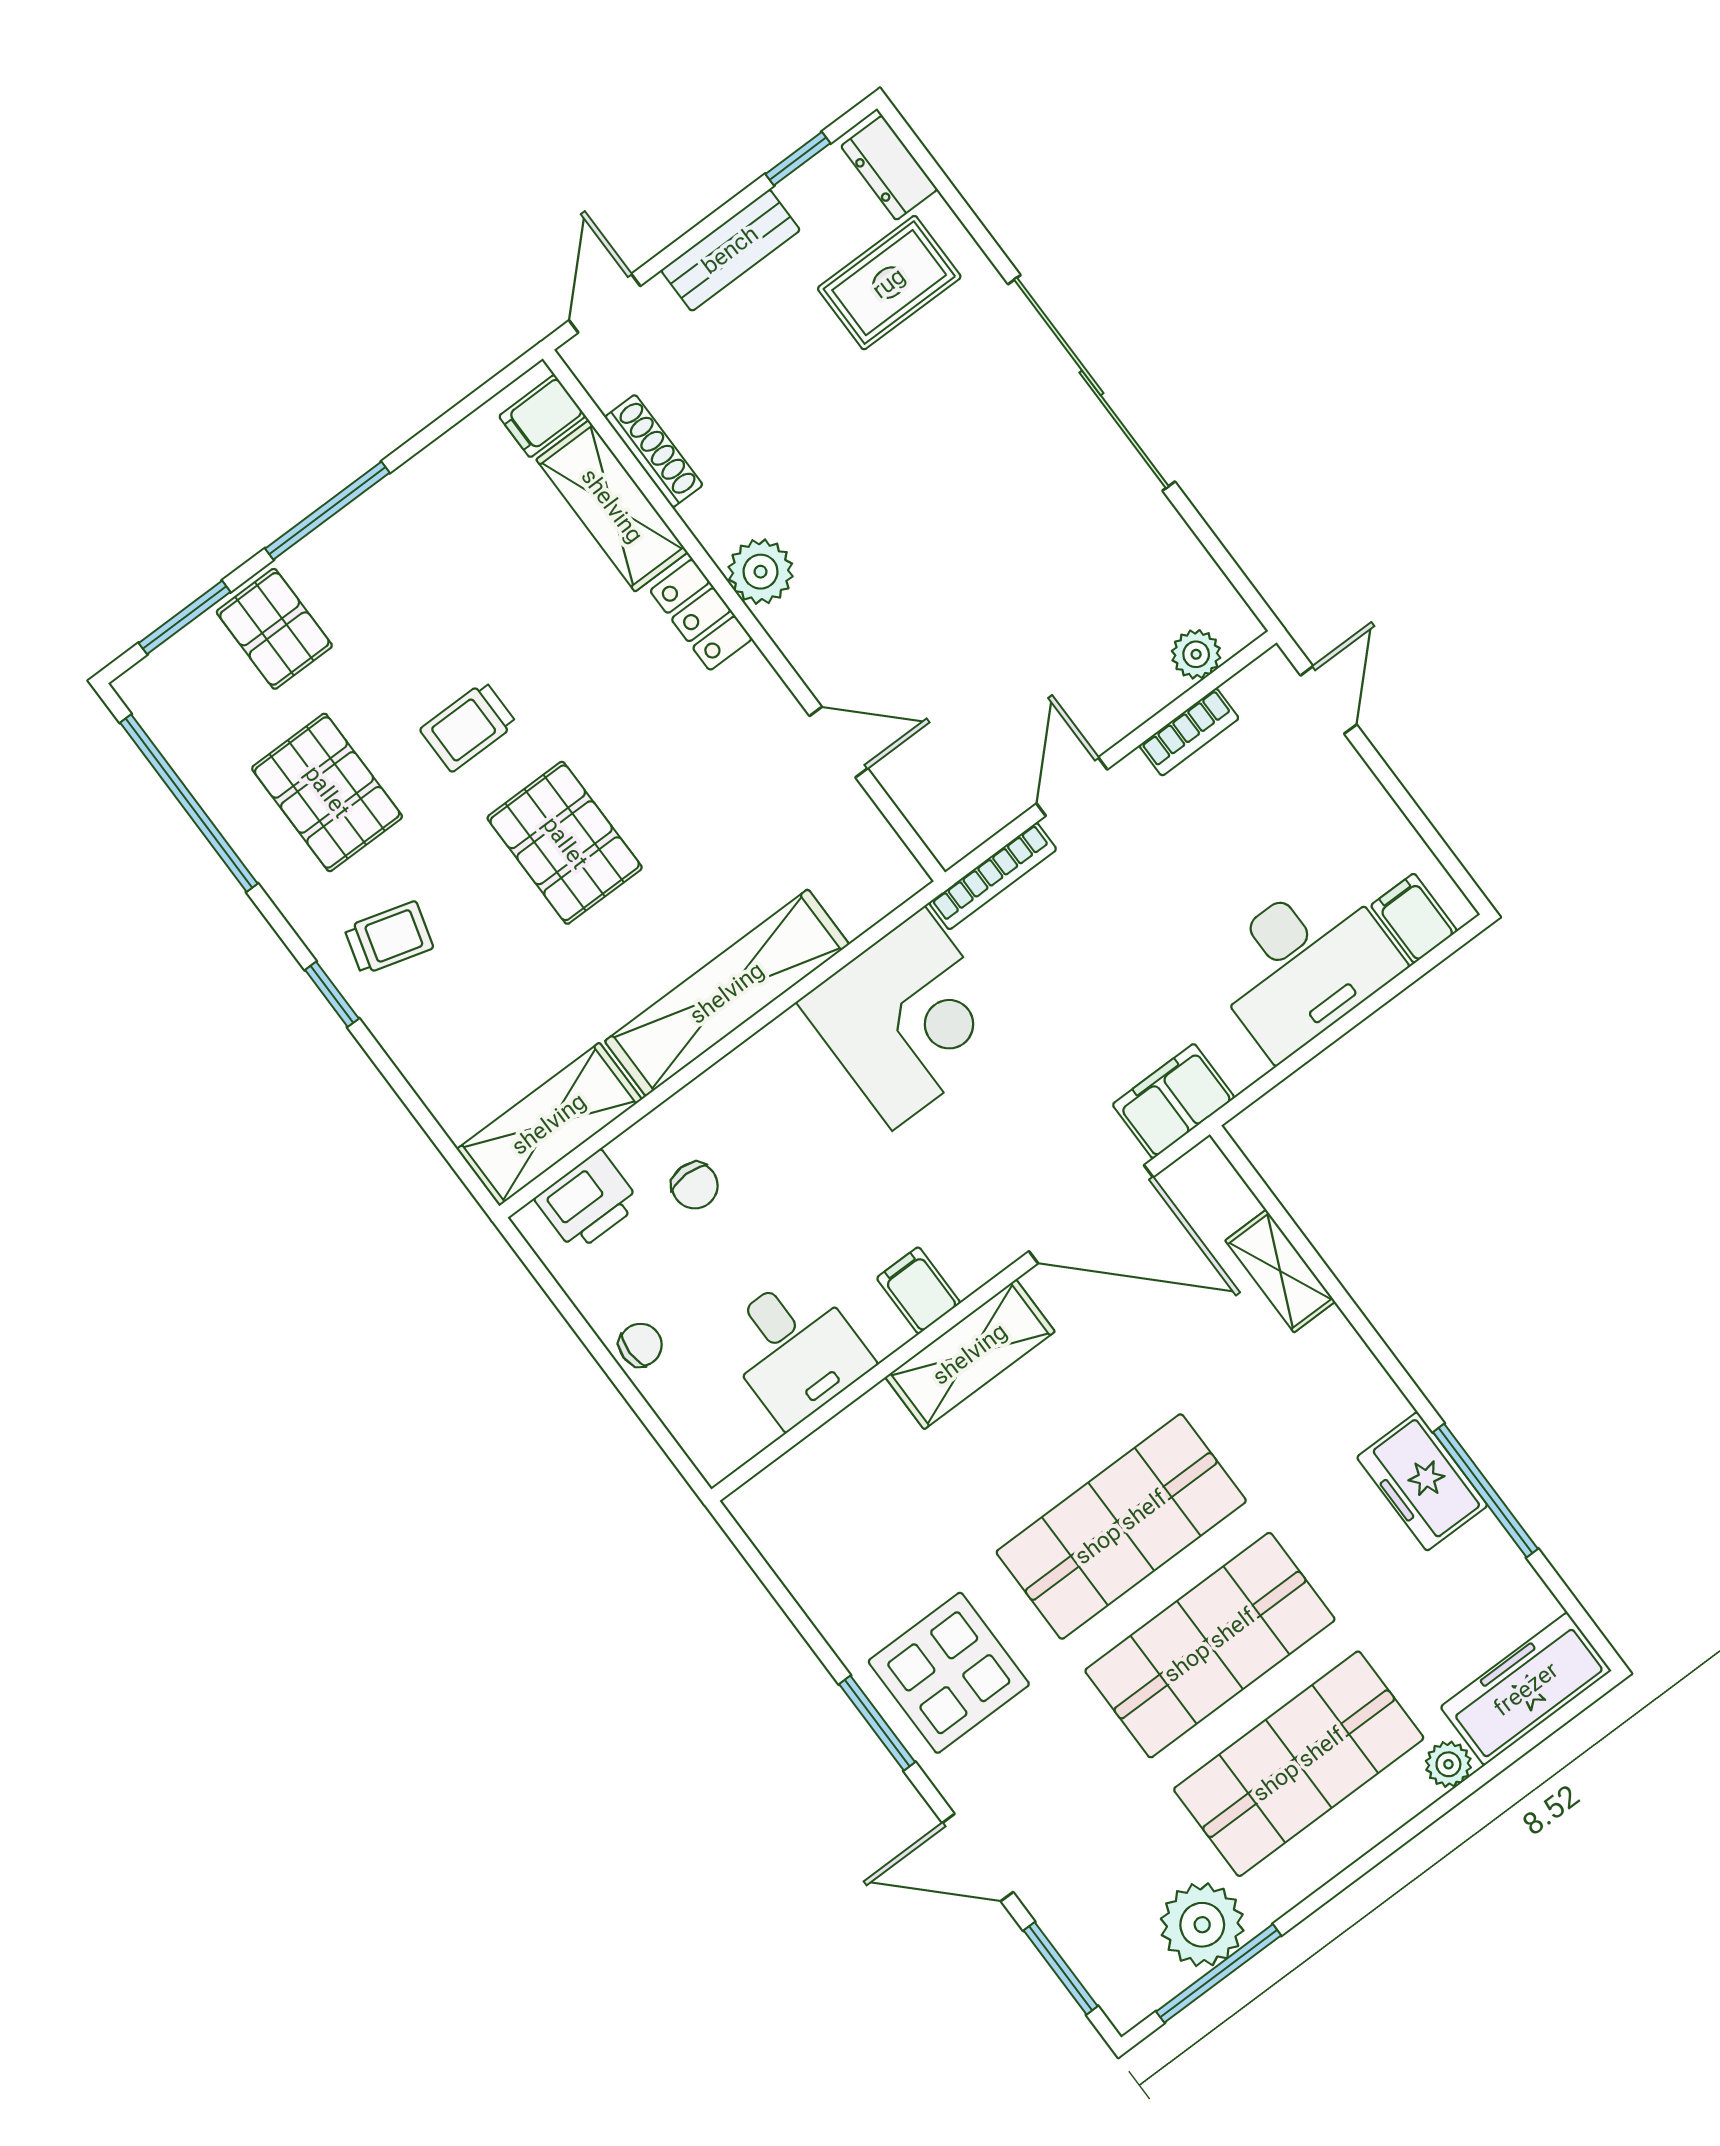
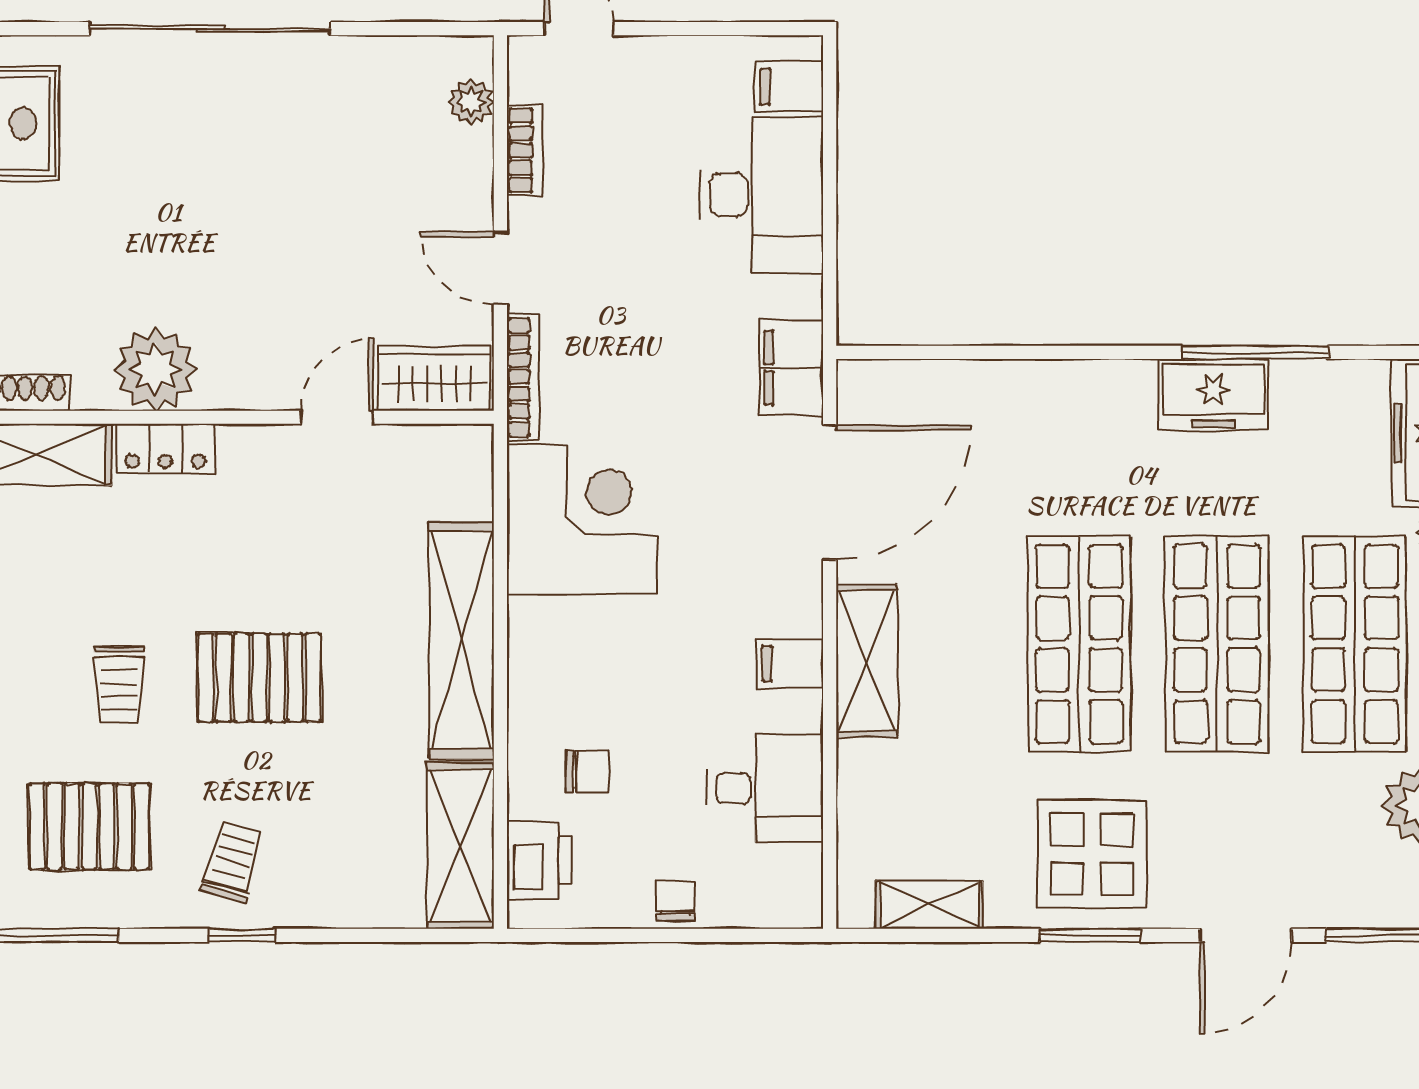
plant: (761, 572) -> (155, 369), width x1.36, depth x1.36
wardrobe: (935, 801) -> (435, 378), added
shelving: (1280, 1271) -> (929, 905), moved

